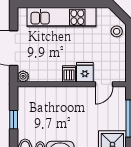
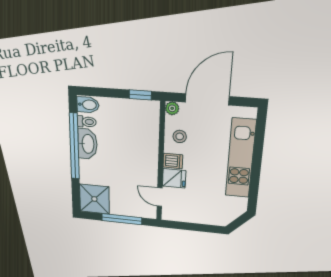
stool: (117, 31) -> (180, 136), moved
window: (14, 120) -> (140, 95), moved

